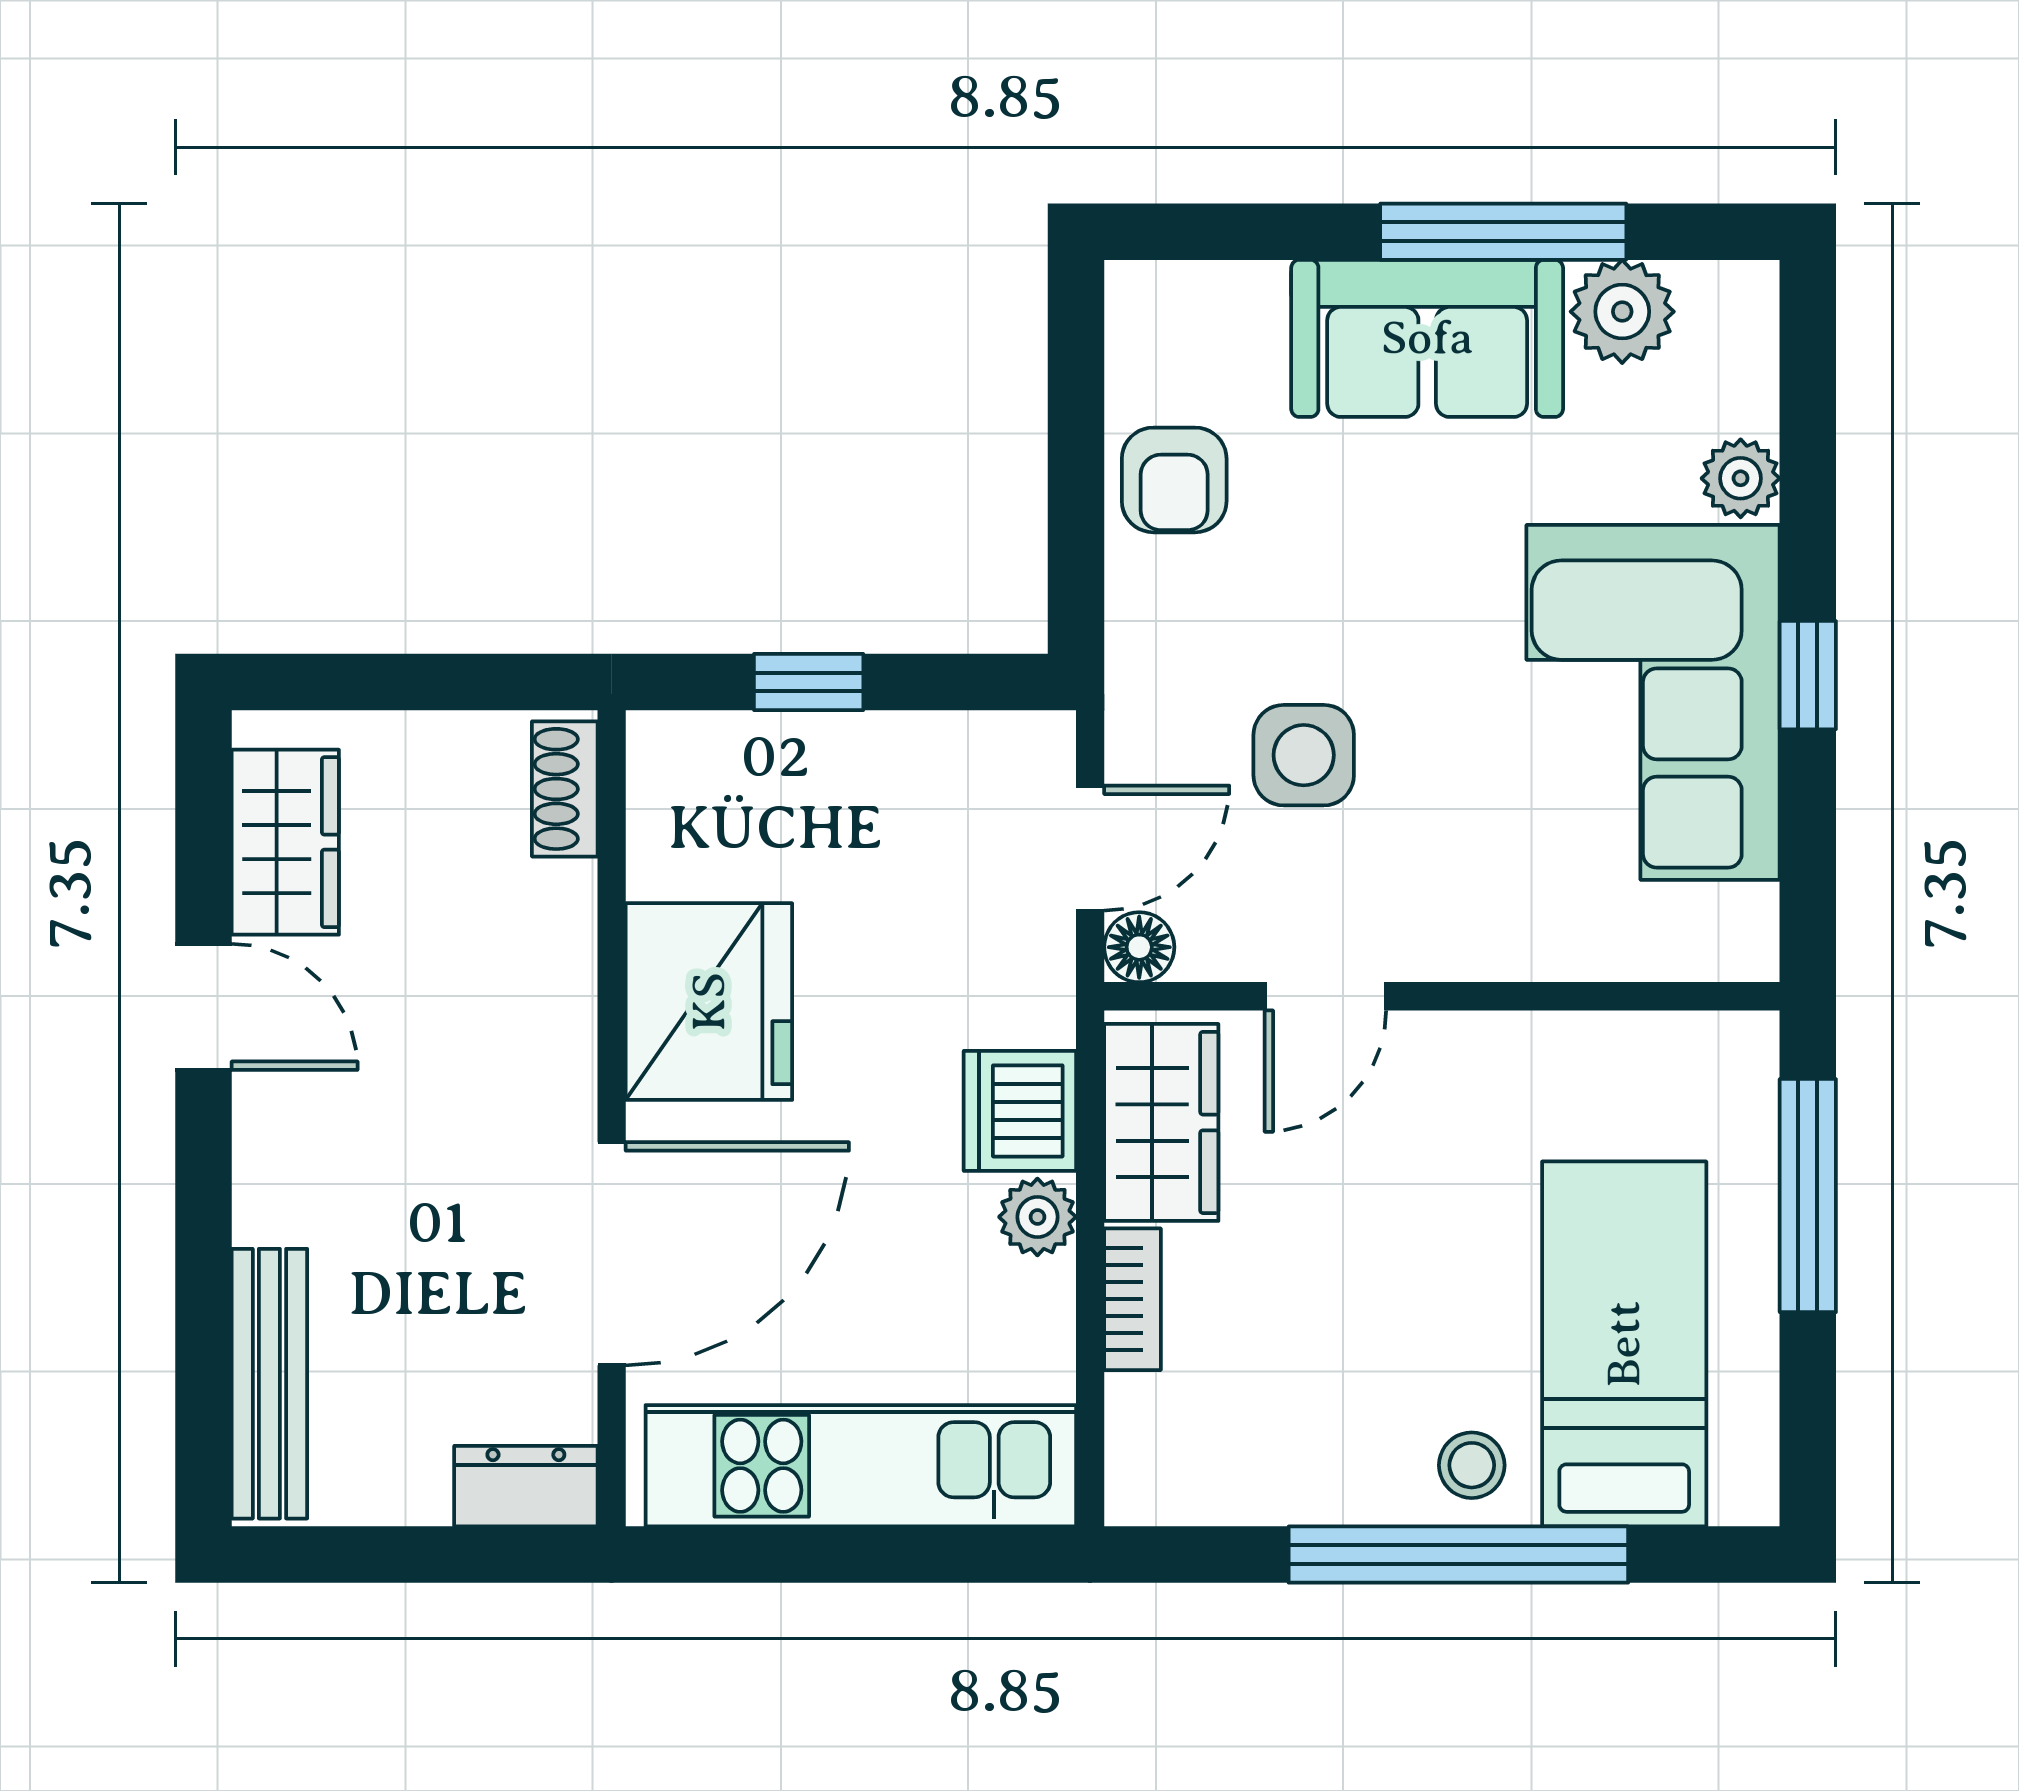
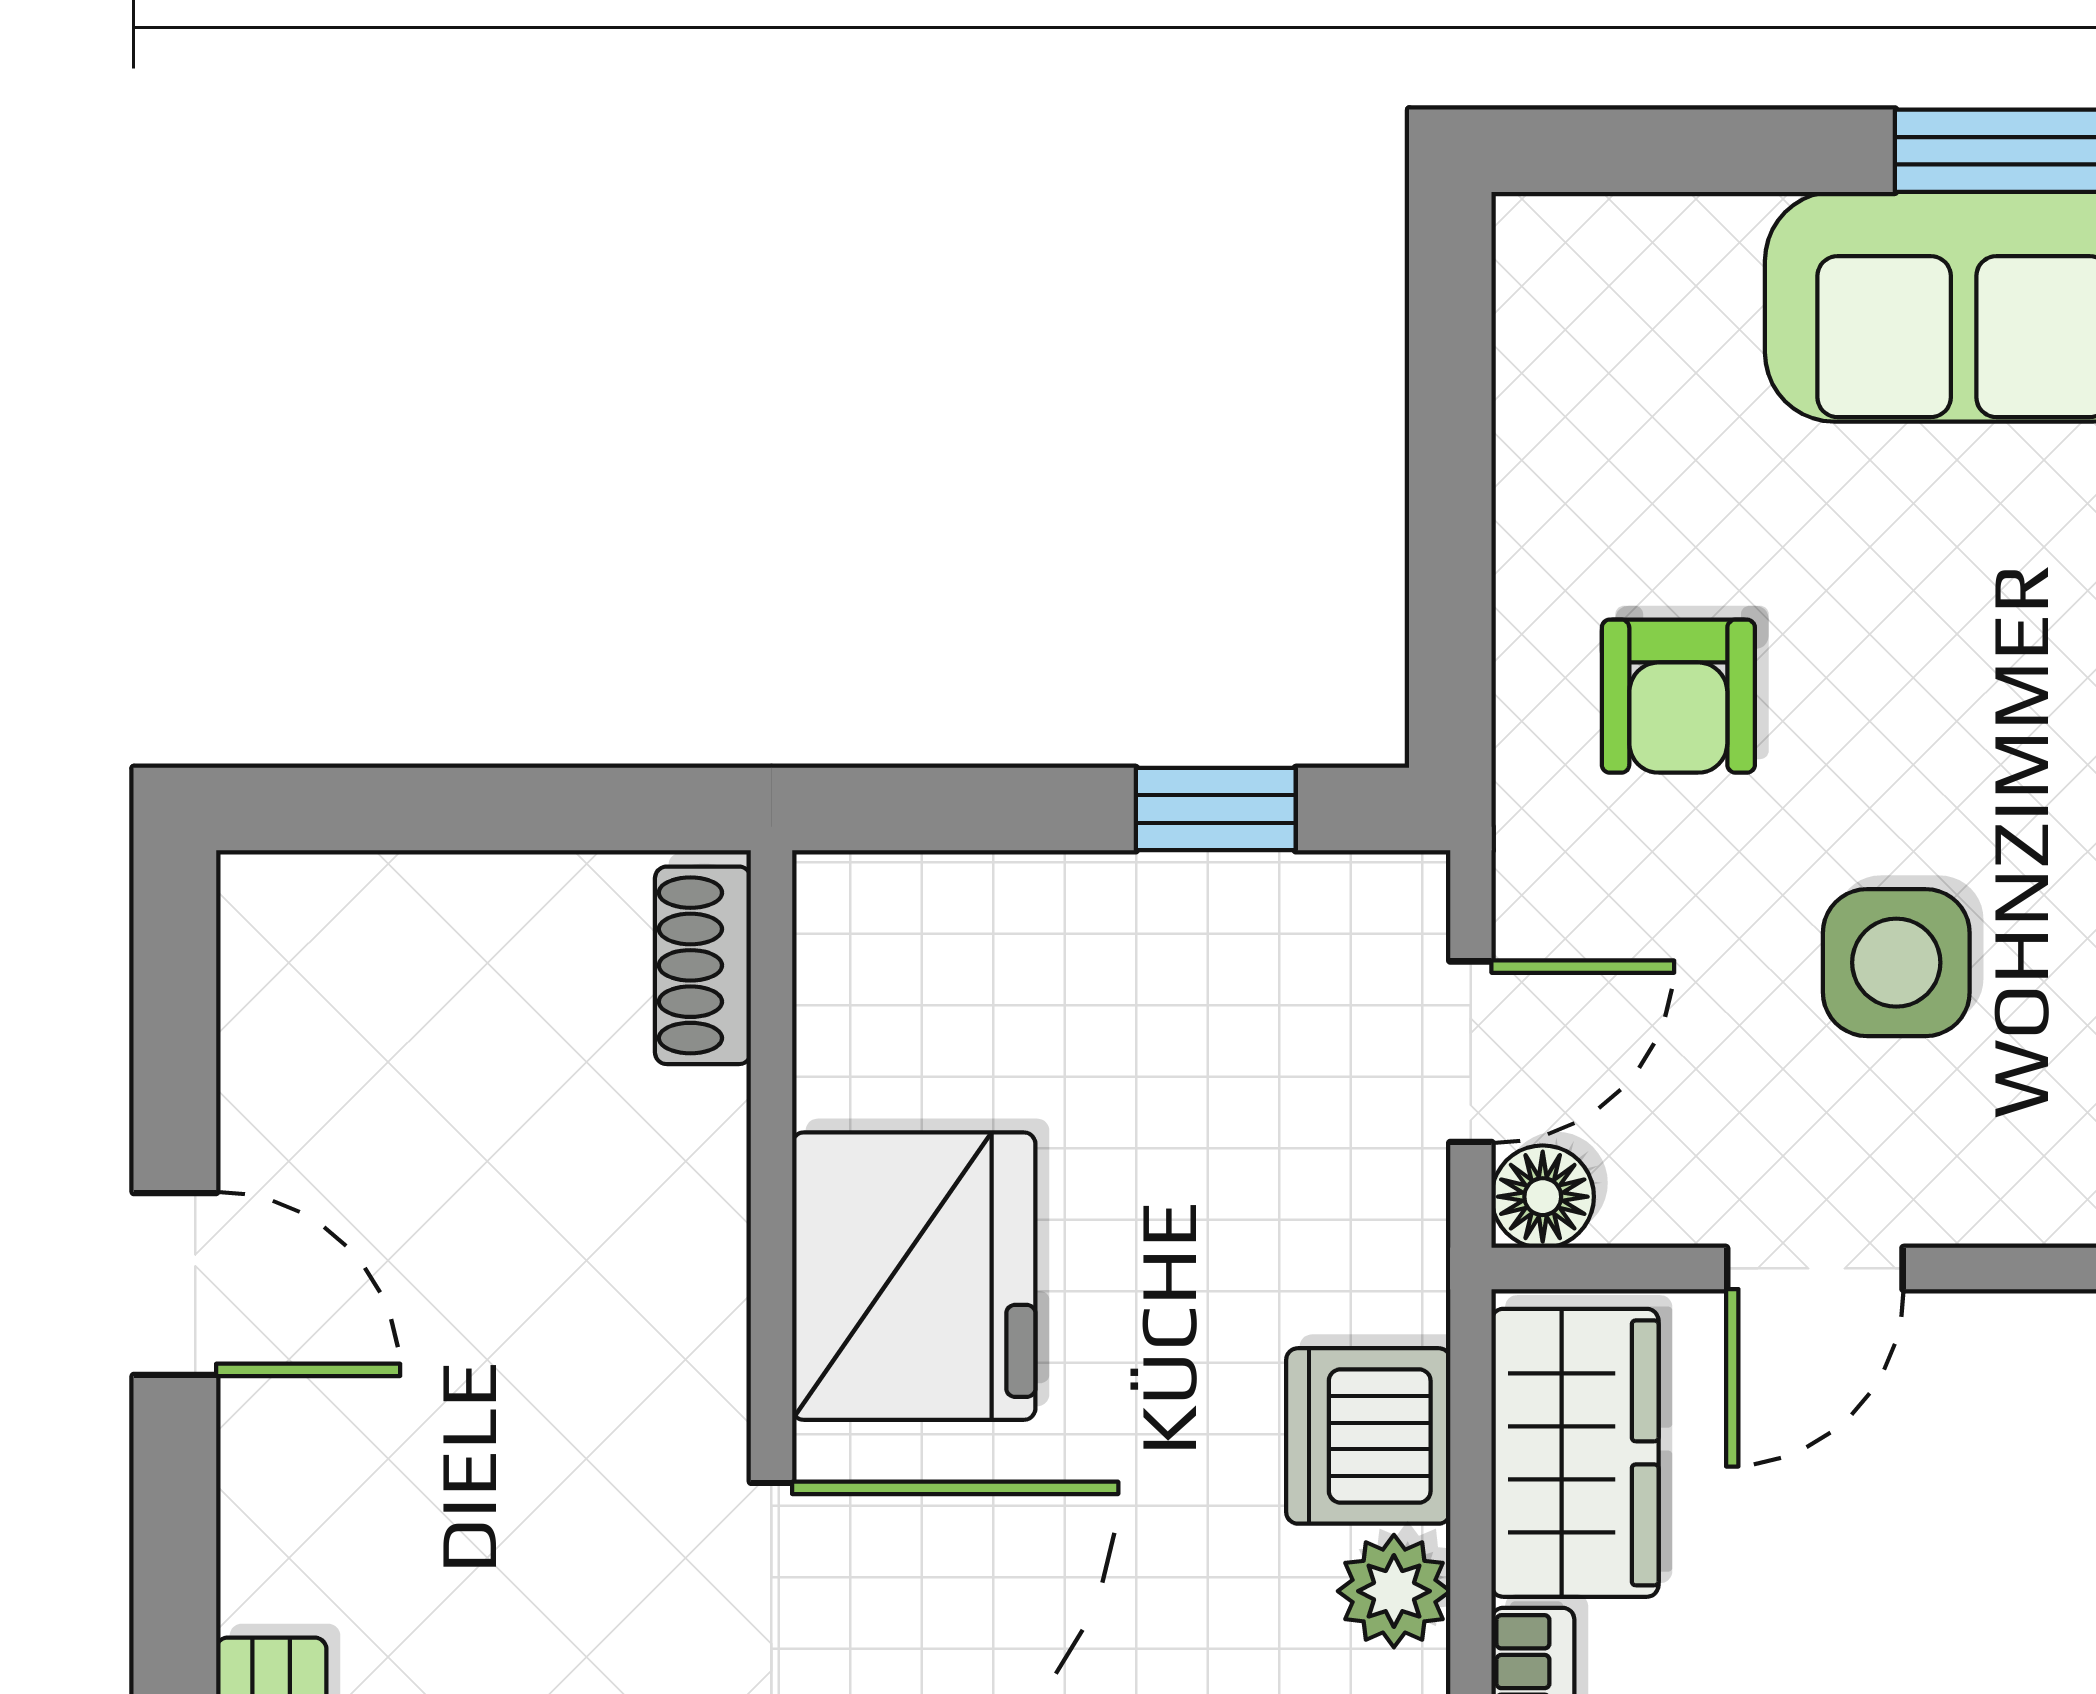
armchair: (1174, 480) -> (1678, 696), moved
window: (809, 682) -> (1216, 809), moved
side table: (1304, 755) -> (1896, 963), moved
wardrobe: (285, 842) -> (294, 1043), removed

